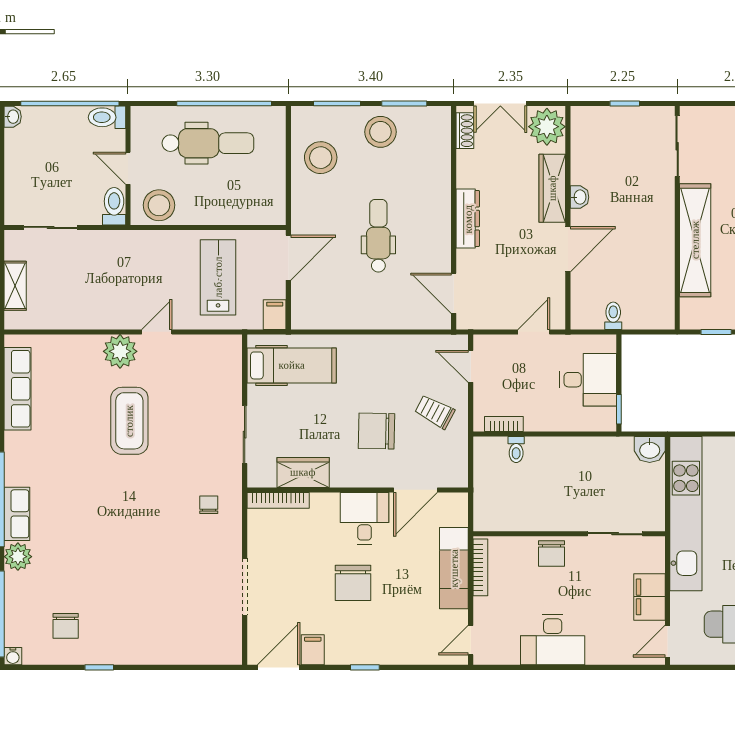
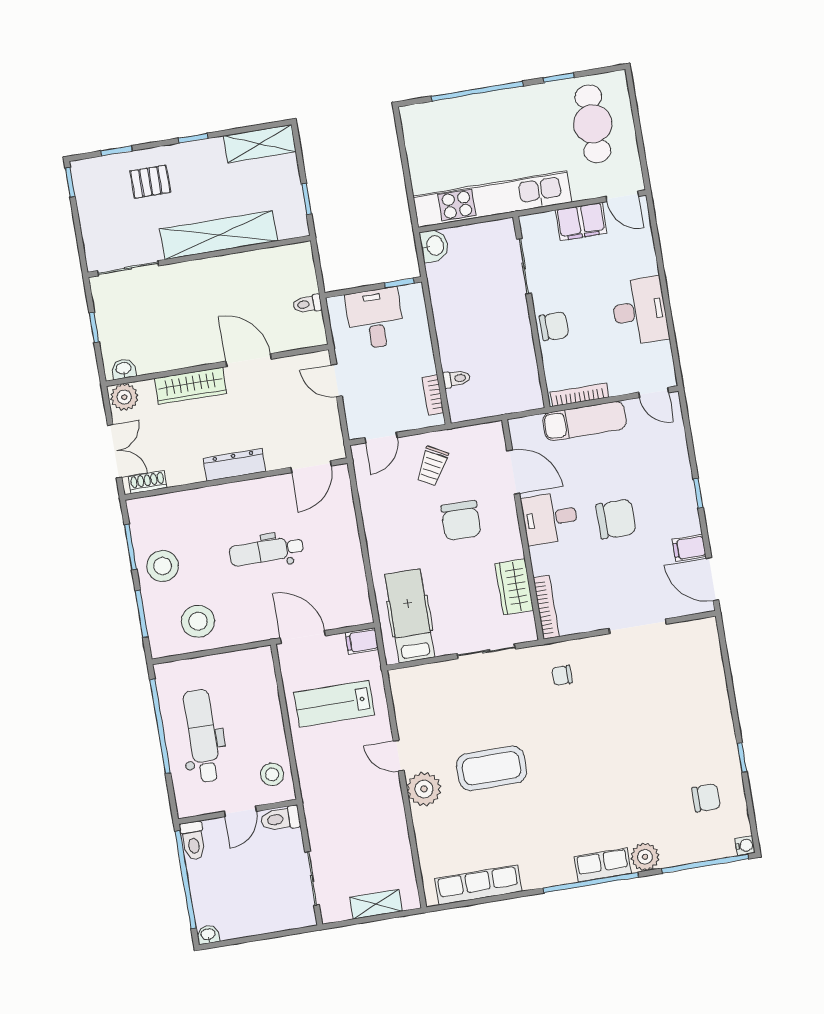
plant: (547, 127) -> (124, 397), width x0.73, depth x0.73
washbasin: (580, 197) -> (124, 369), moved
stool: (159, 205) -> (272, 774), width x0.73, depth x0.73

